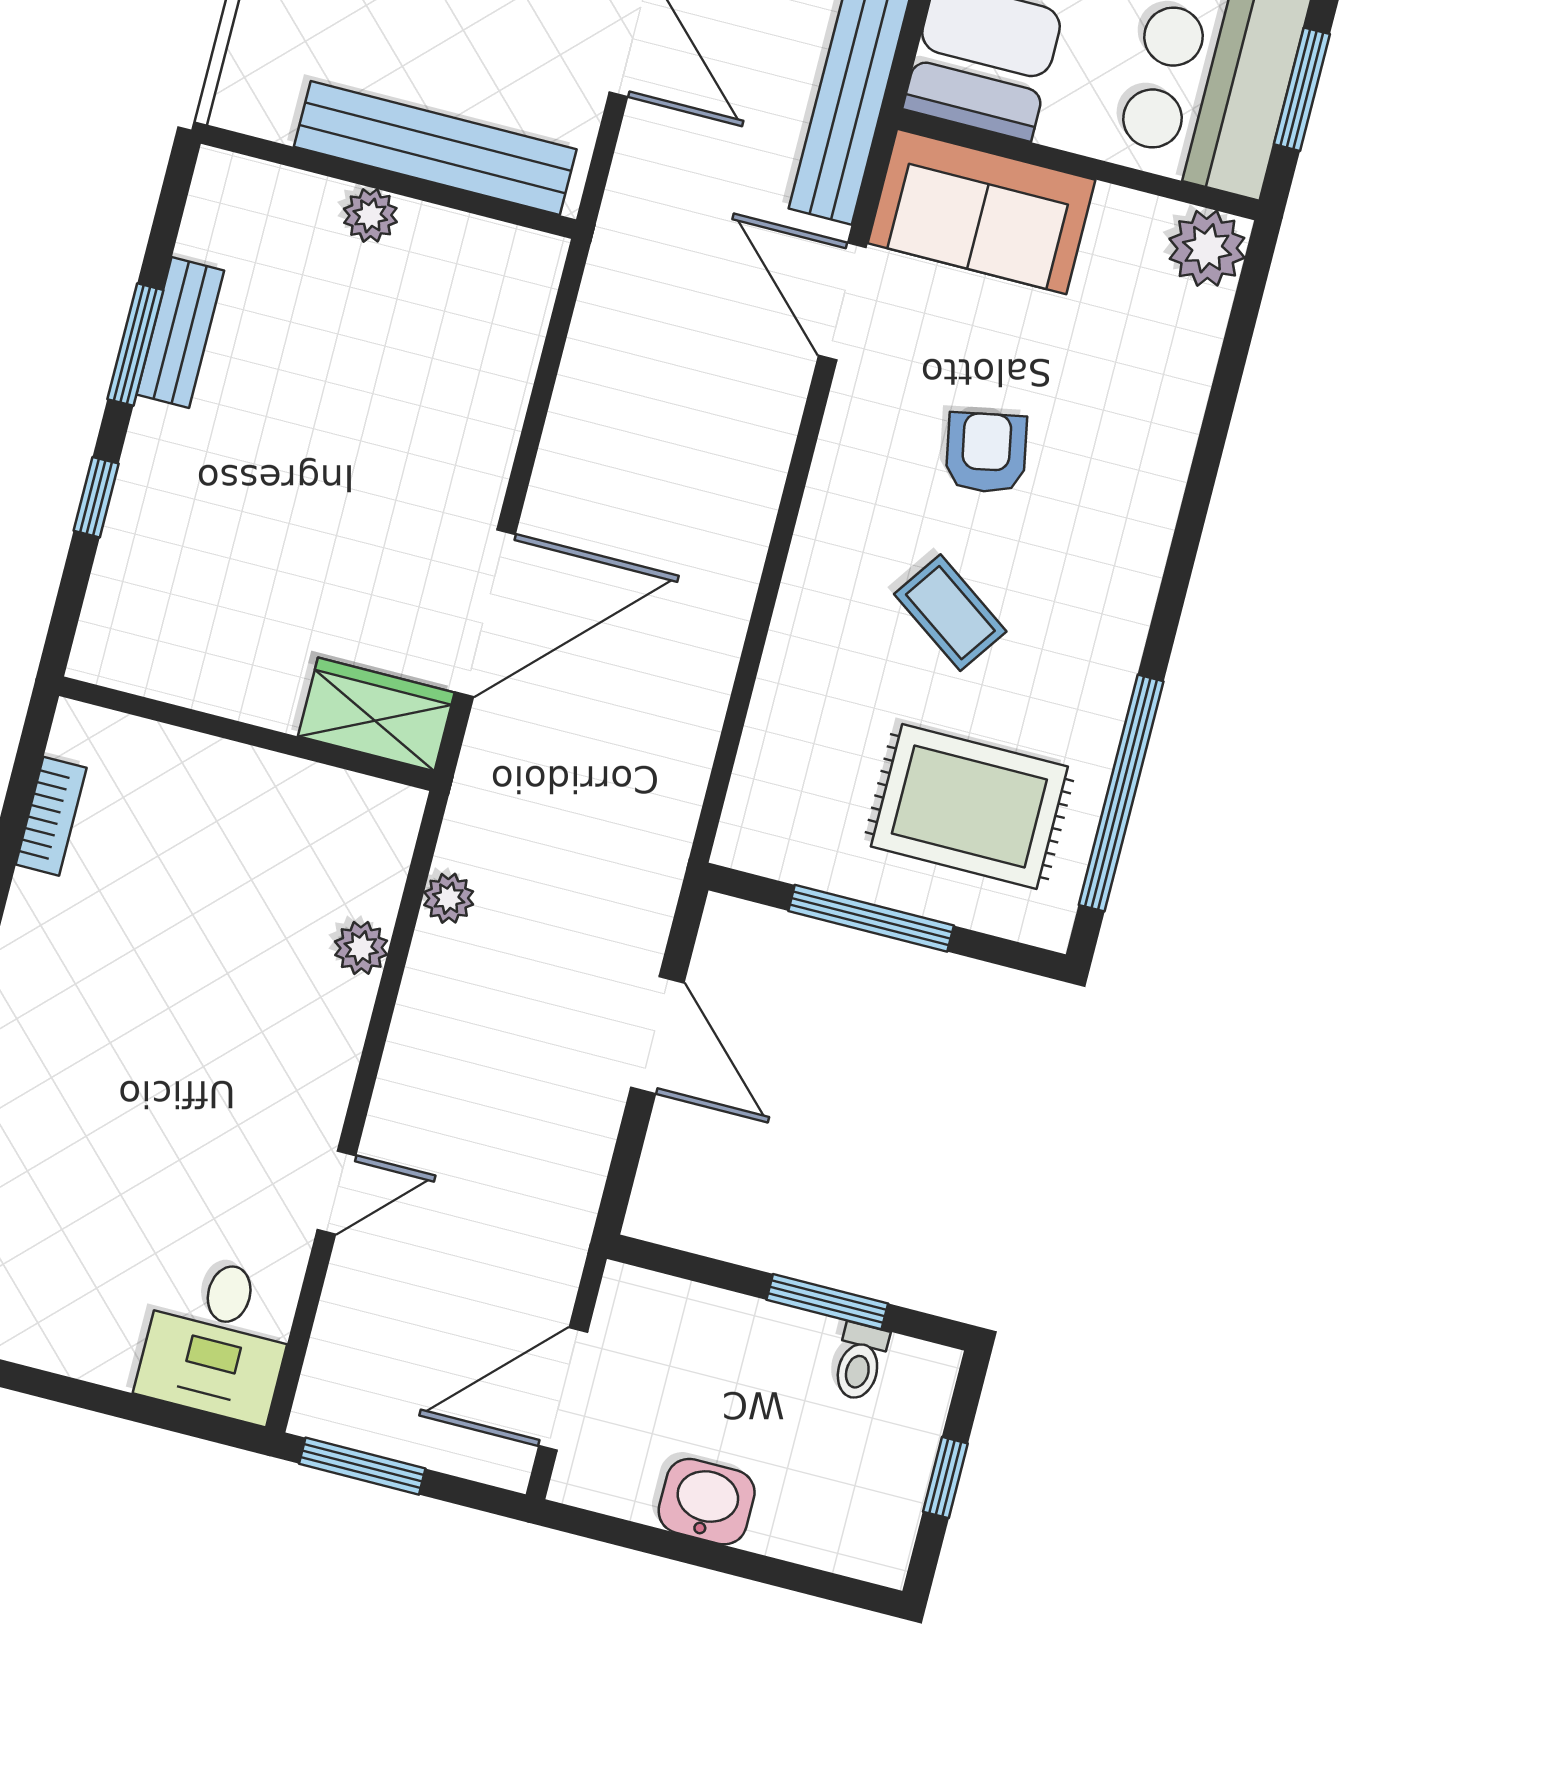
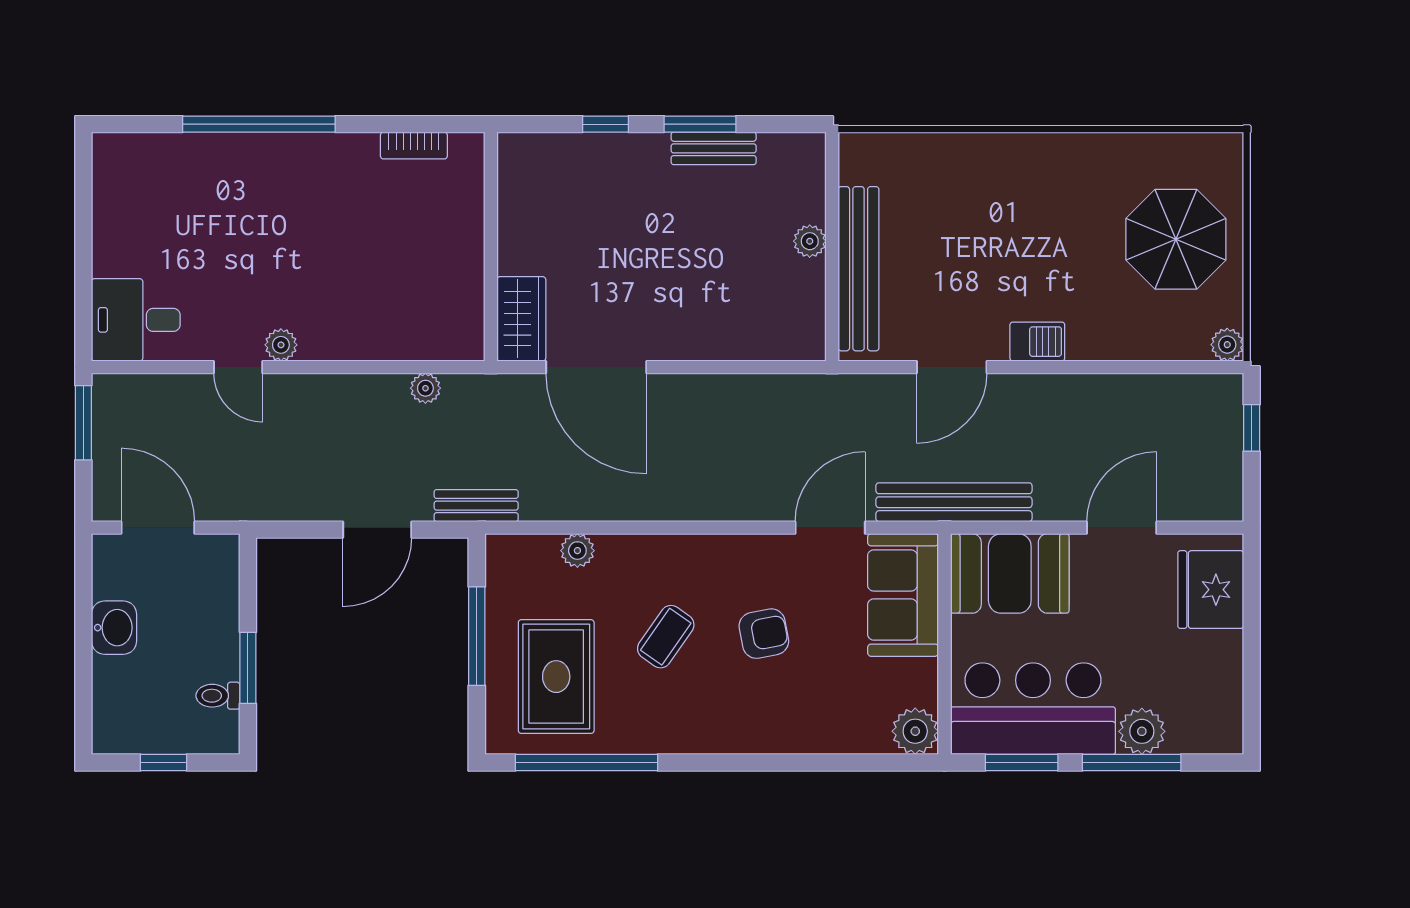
plant: (774, 720) -> (577, 551), added
bench: (660, 865) -> (476, 506), added
plant: (361, 948) -> (281, 345), moved

